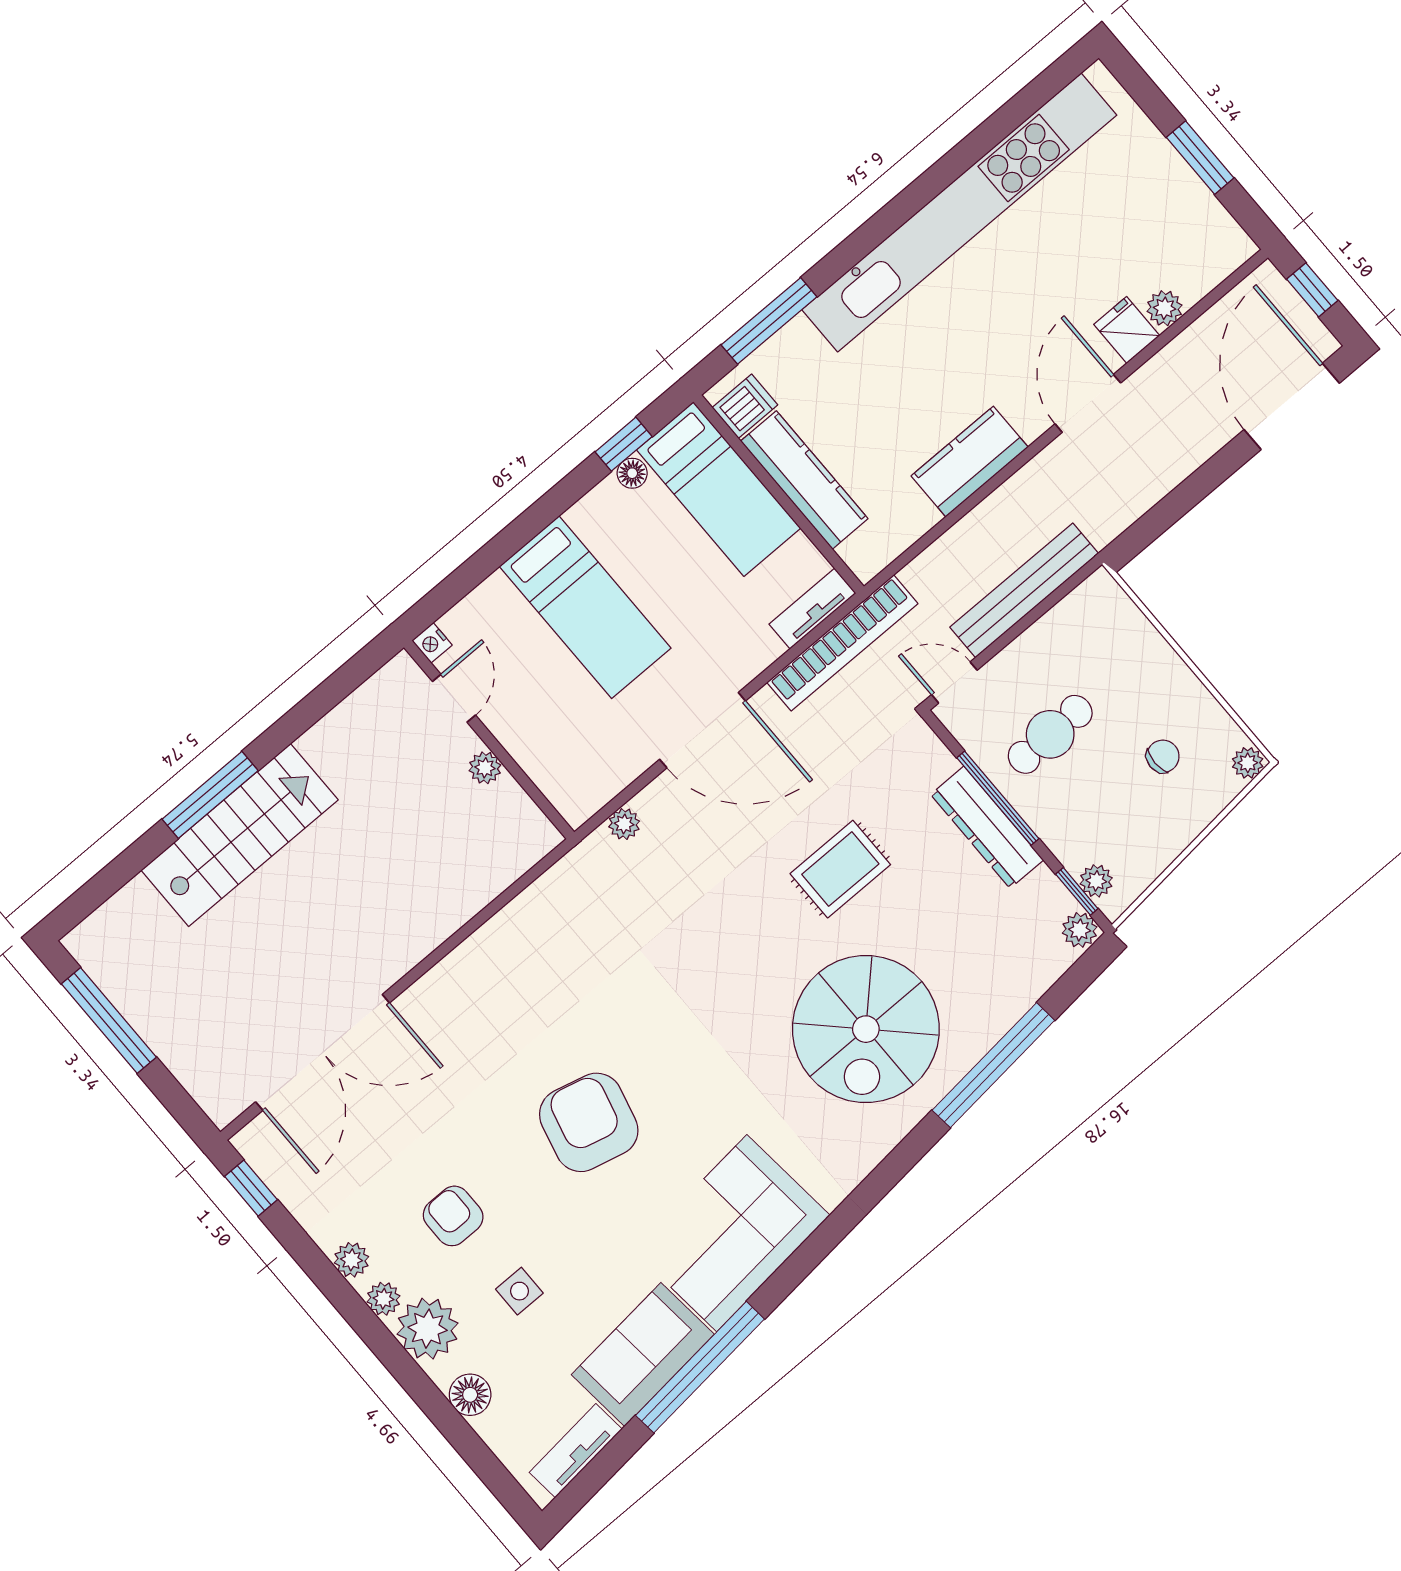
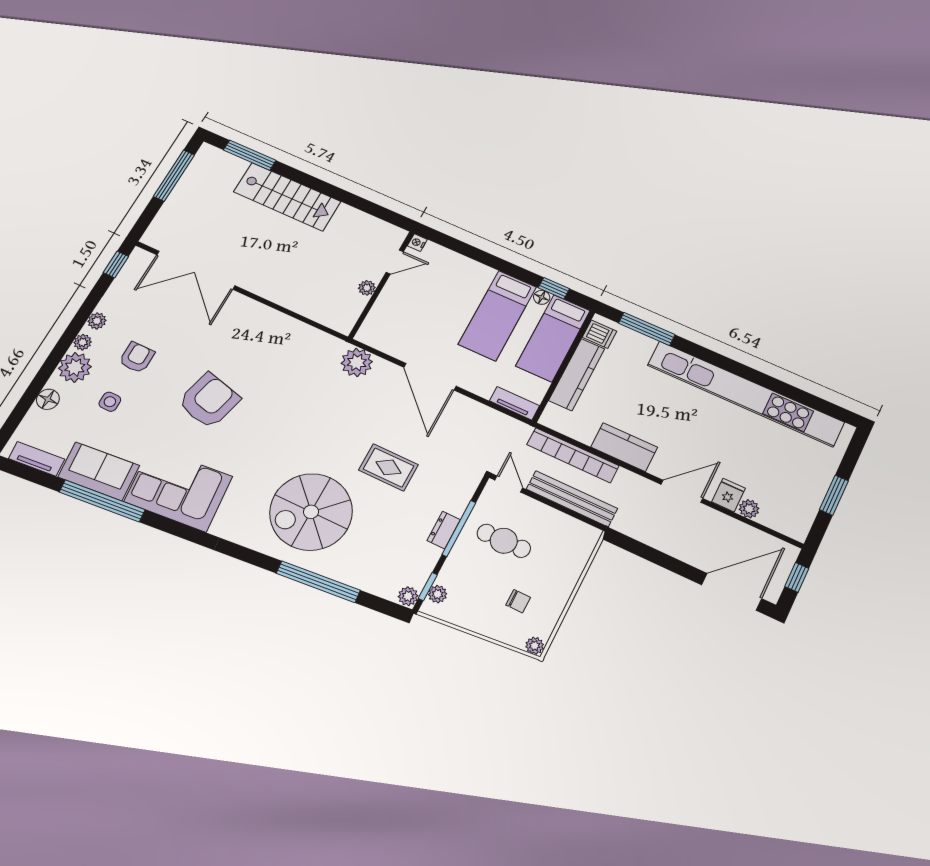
bed: (585, 607) -> (497, 316), moved
bookcase: (842, 643) -> (573, 455), moved
window: (210, 795) -> (250, 155), moved
plant: (624, 824) -> (357, 362), width x1.87, depth x1.87
dresser: (987, 827) -> (444, 530), width x0.51, depth x0.80

